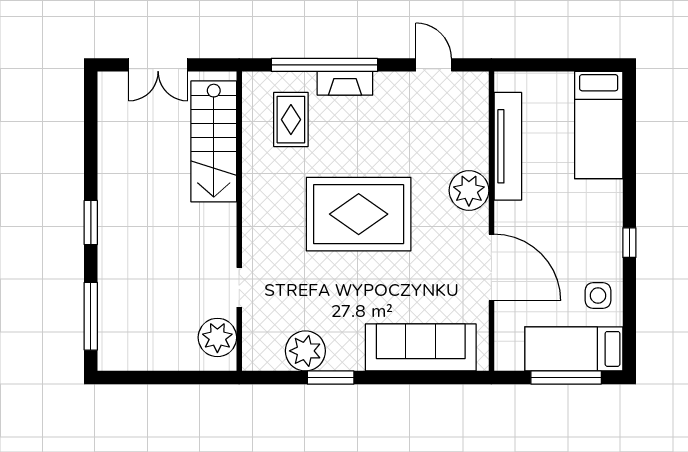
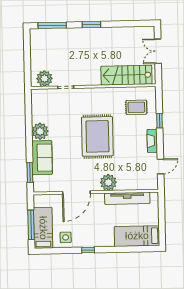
window: (324, 65) -> (160, 121), width x0.32
fireplace: (345, 83) -> (152, 141), moved
sofa: (421, 347) -> (42, 158), width x0.73
plant: (305, 351) -> (40, 131), moved
window: (331, 378) -> (30, 172), moved

